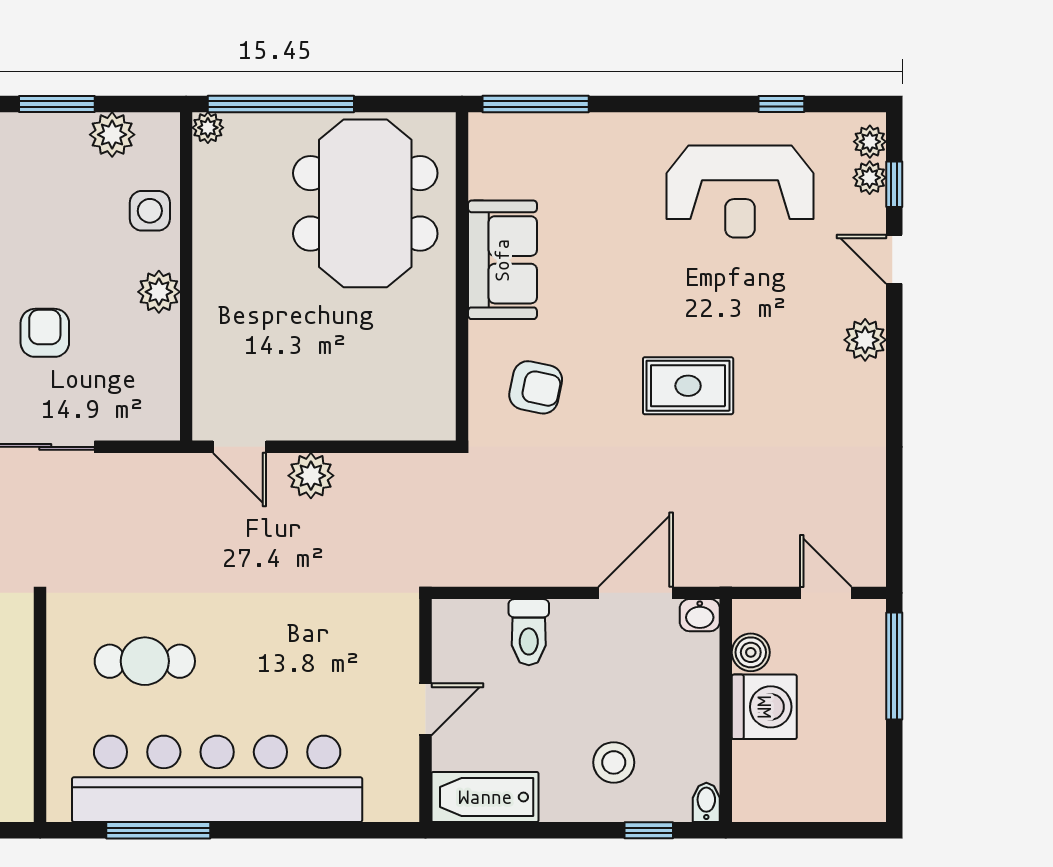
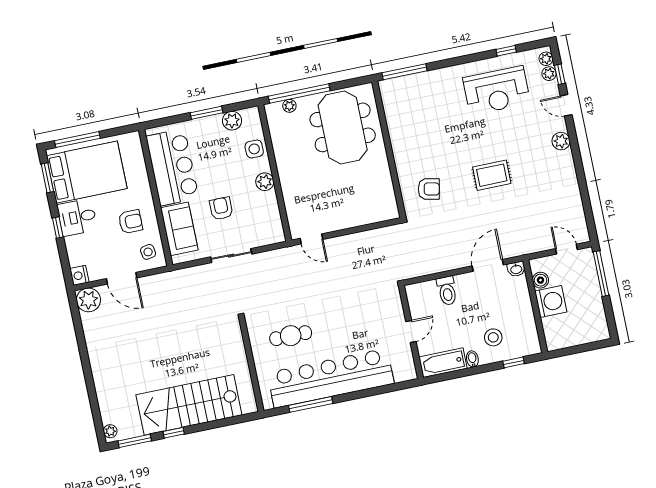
plant: (208, 128) -> (289, 106), moved
sofa: (502, 260) -> (404, 139), removed
plant: (311, 476) -> (343, 245), removed
bidet: (706, 802) -> (472, 359), moved

